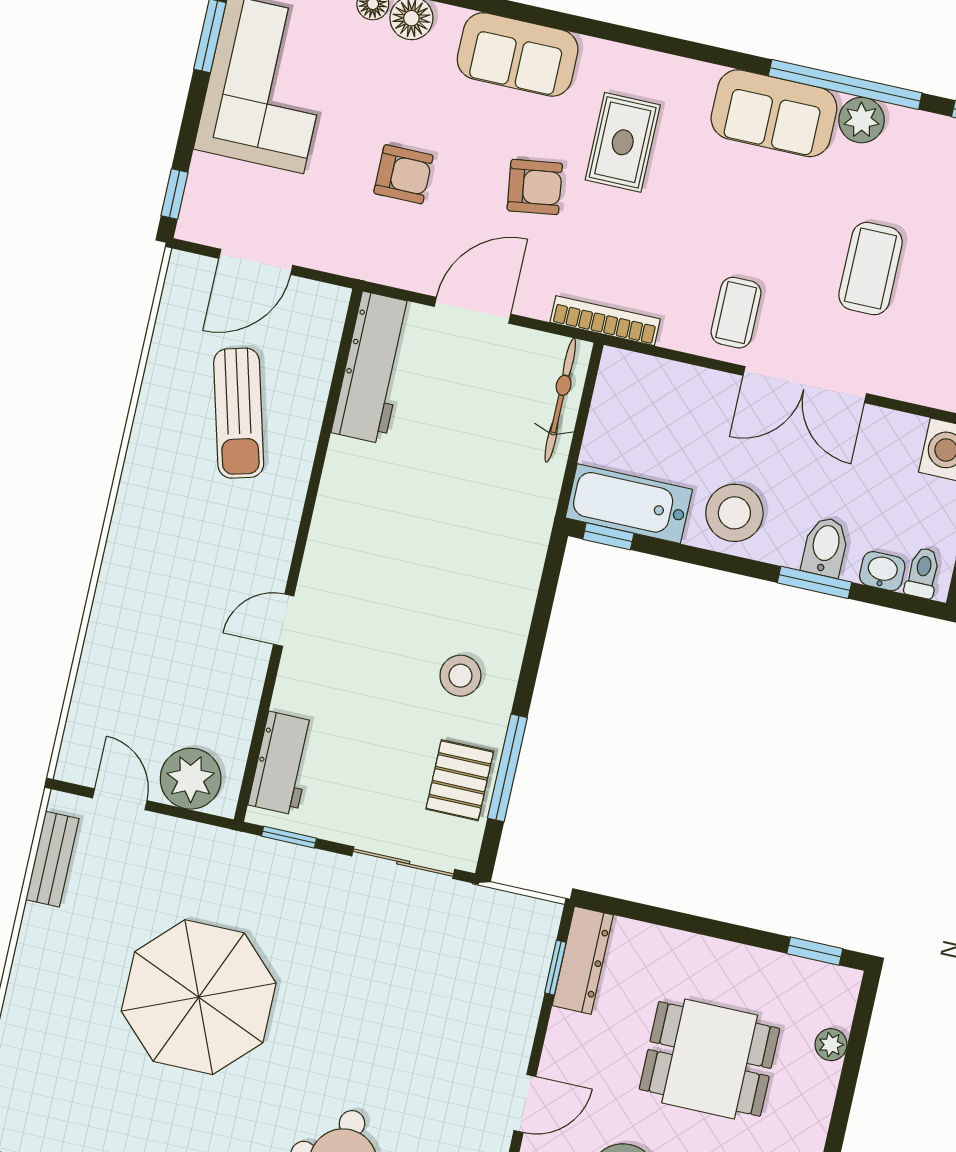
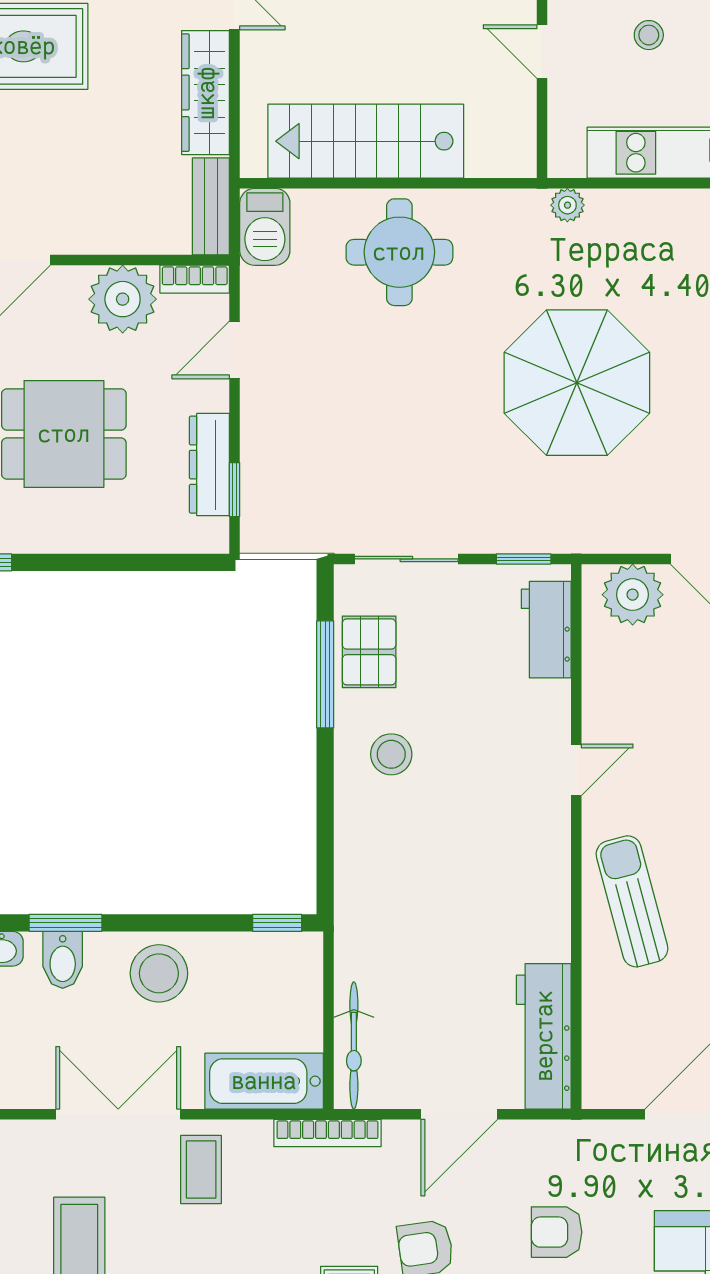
sun lounger: (239, 413) -> (632, 901), moved
bathtub: (629, 504) -> (264, 1081), moved, turned 180
dresser: (583, 960) -> (209, 465), moved

